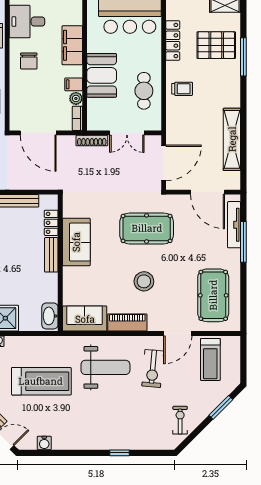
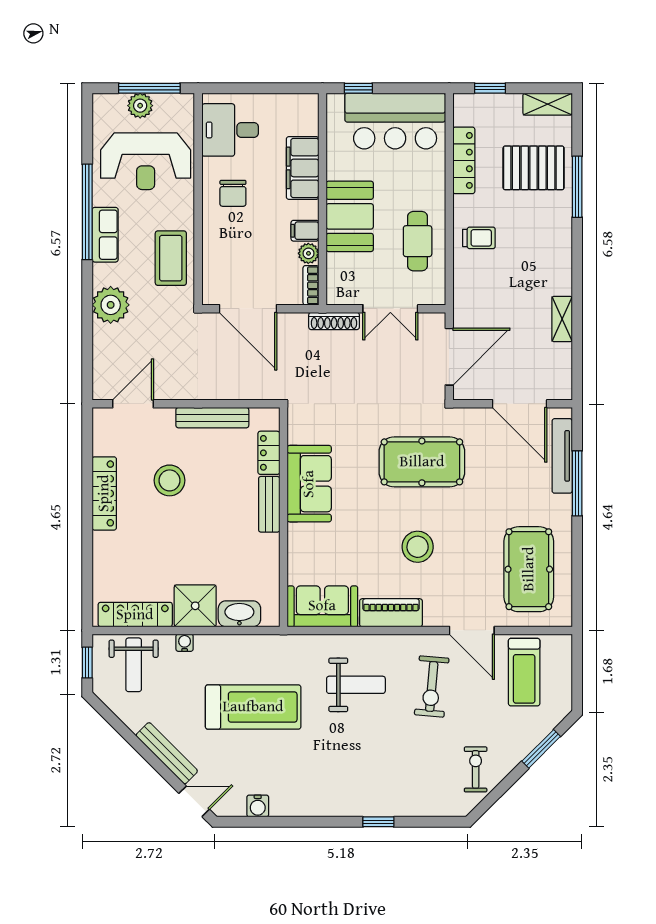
shelving: (232, 139) -> (562, 319), width x0.45, depth x0.75
washbasin: (50, 316) -> (239, 614), moved, turned 90
door: (178, 334) -> (472, 630), hinge flipped
weight bench: (105, 367) -> (356, 685), width x0.73, depth x0.75

